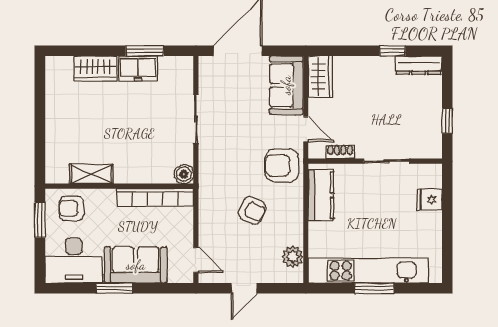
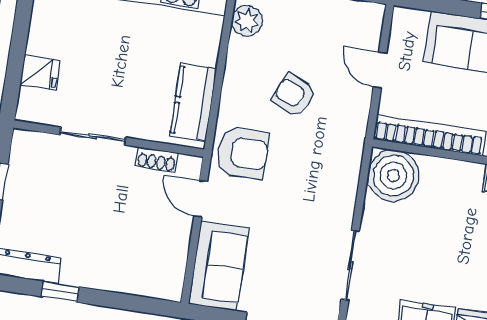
wardrobe: (320, 77) -> (169, 271), removed
sliding door: (196, 119) -> (350, 265), moved
boiler: (184, 174) -> (393, 176), width x1.86, depth x1.86
door: (196, 260) -> (380, 70), moved

